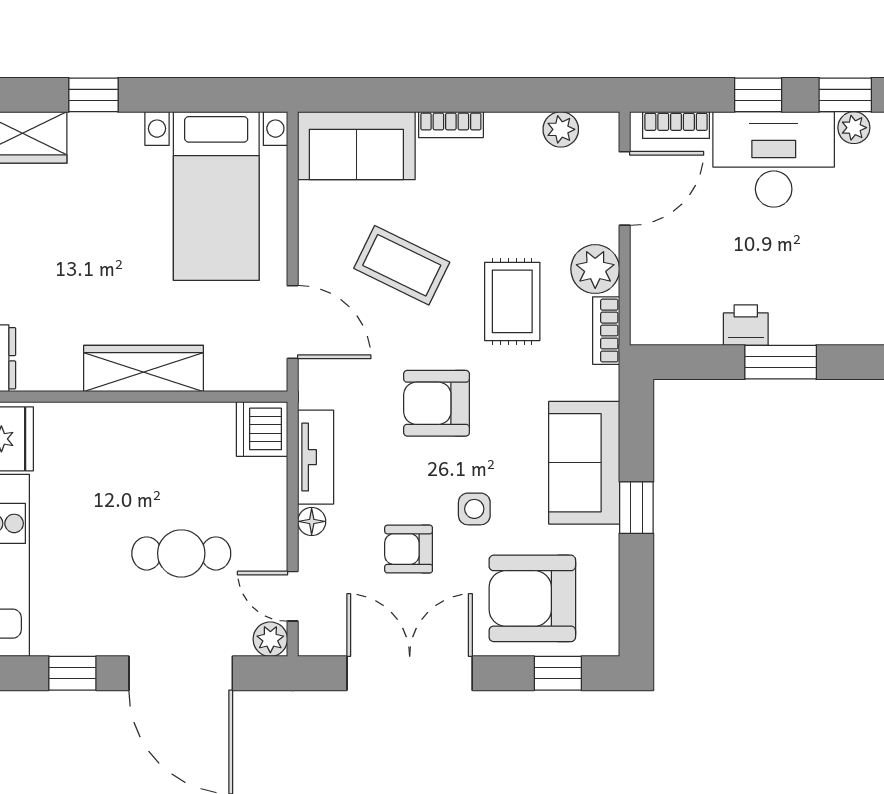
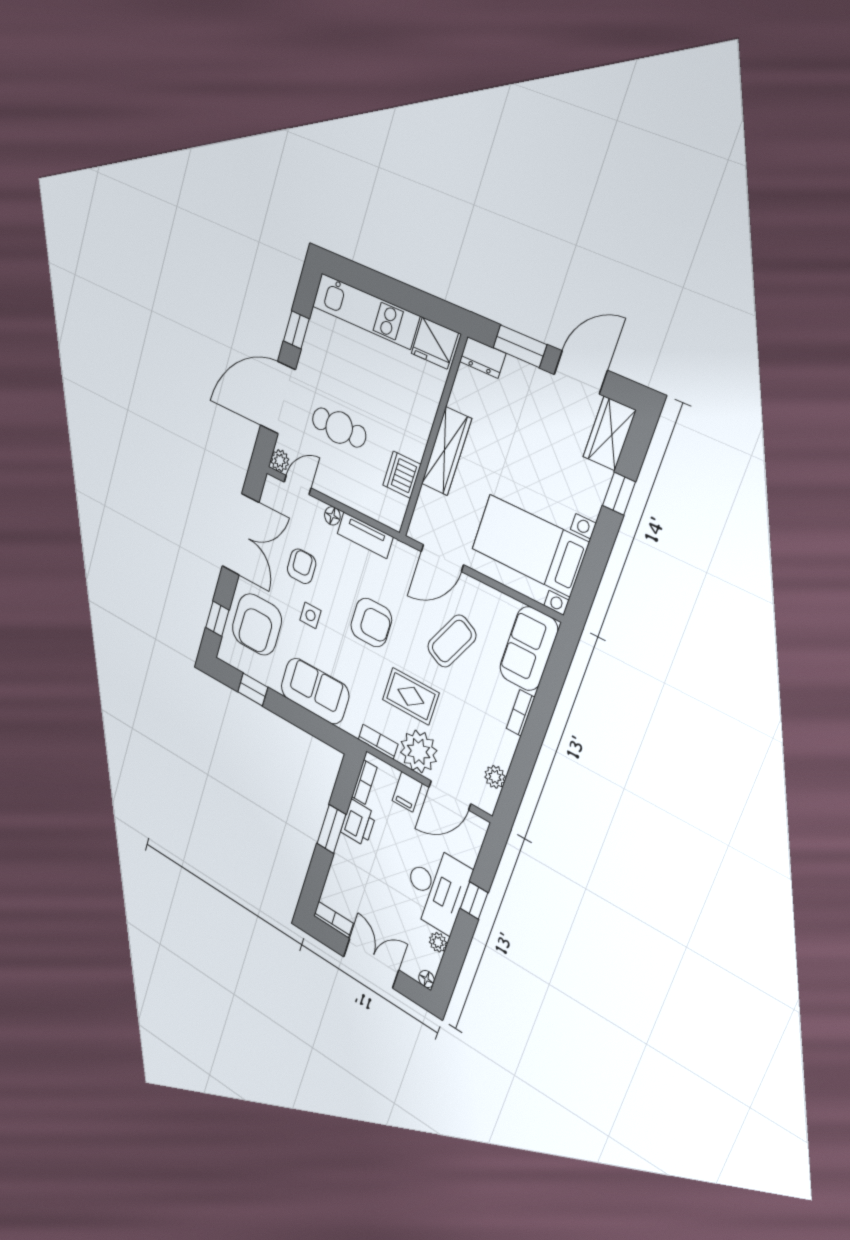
window: (845, 95) -> (457, 948), removed
bookcase: (676, 125) -> (364, 782), moved, turned 180
door: (625, 188) -> (450, 795), hinge flipped
filing cabinet: (656, 257) -> (407, 792), added
plant: (595, 269) -> (419, 751), width x1.36, depth x1.36
printer: (746, 325) -> (358, 823), width x1.36, depth x1.24
armchair: (437, 403) -> (371, 623), turned 90
dishwasher: (262, 429) -> (402, 475), moved, turned -90
window: (636, 508) -> (253, 690), moved
cafe table: (181, 553) -> (339, 427), turned 90
armchair: (532, 598) -> (257, 624), turned 180

